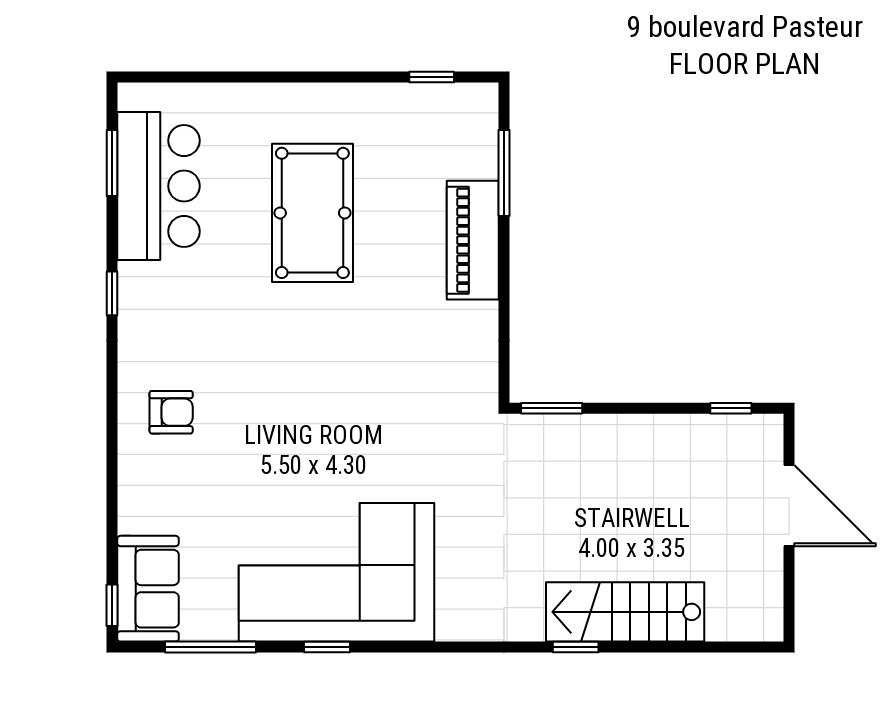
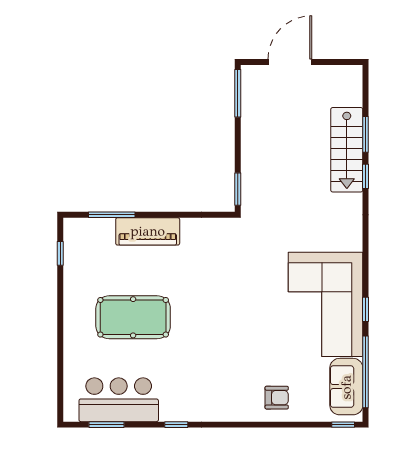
window: (731, 408) -> (238, 93), width x2.17
armchair: (171, 412) -> (277, 398), moved, turned 90
sofa: (148, 589) -> (346, 387), moved, turned -90
window: (211, 647) -> (366, 372), width x1.46
window: (654, 647) -> (366, 134), added

